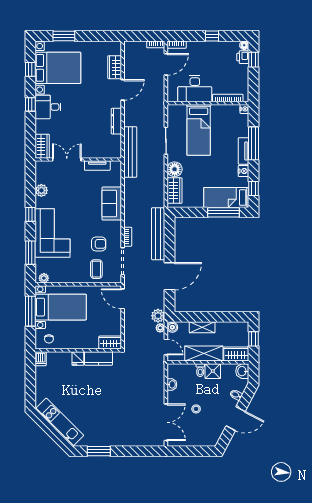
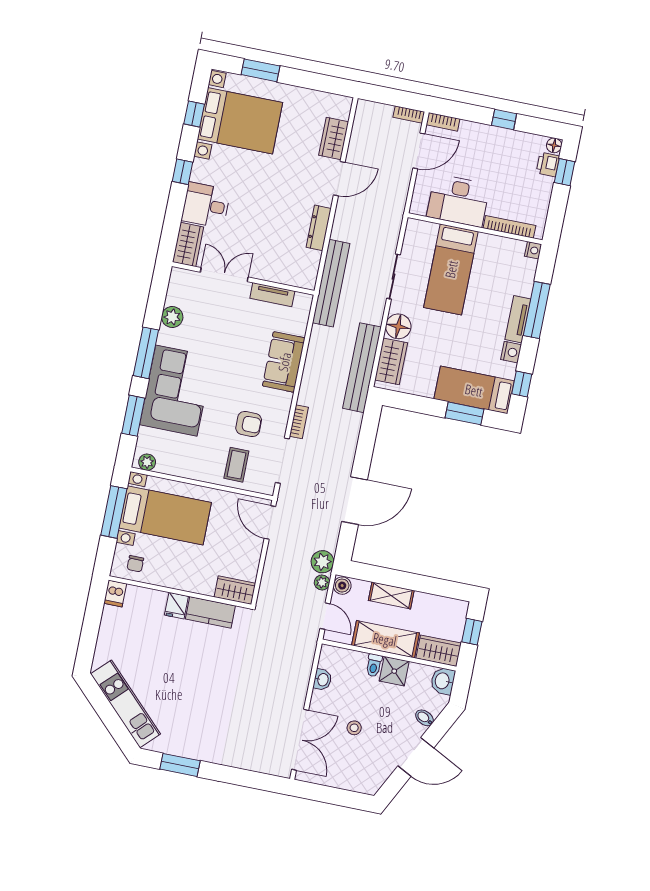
desk: (48, 107) -> (206, 205), moved
window: (223, 212) -> (465, 413), width x0.69
window: (30, 214) -> (146, 353), width x2.17
bench: (158, 234) -> (362, 368), moved

